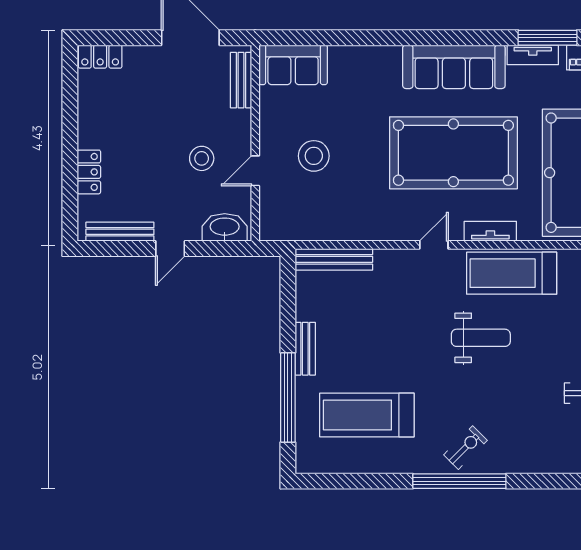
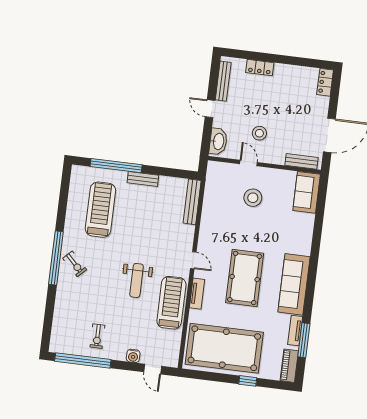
pool table: (453, 153) -> (245, 278), width x0.73, depth x0.76

